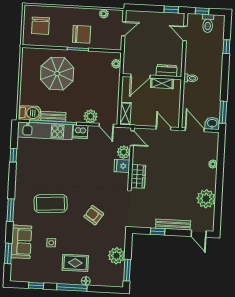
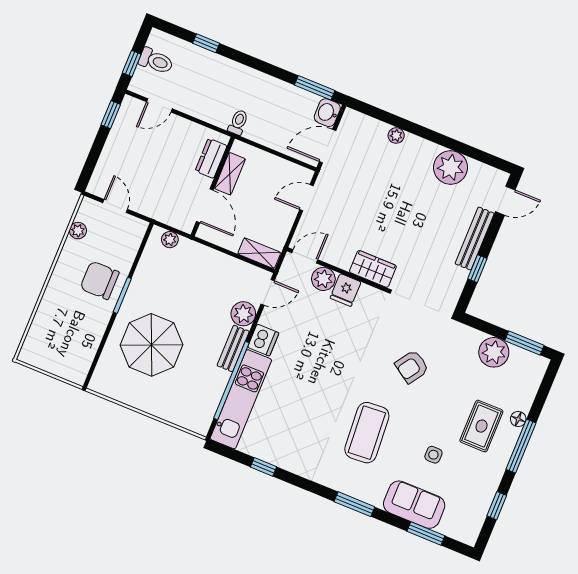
chair: (40, 26) -> (61, 345), removed
chair: (82, 34) -> (100, 280), turned -90
barbecue: (29, 113) -> (201, 415), removed
bench: (53, 116) -> (233, 348), moved

